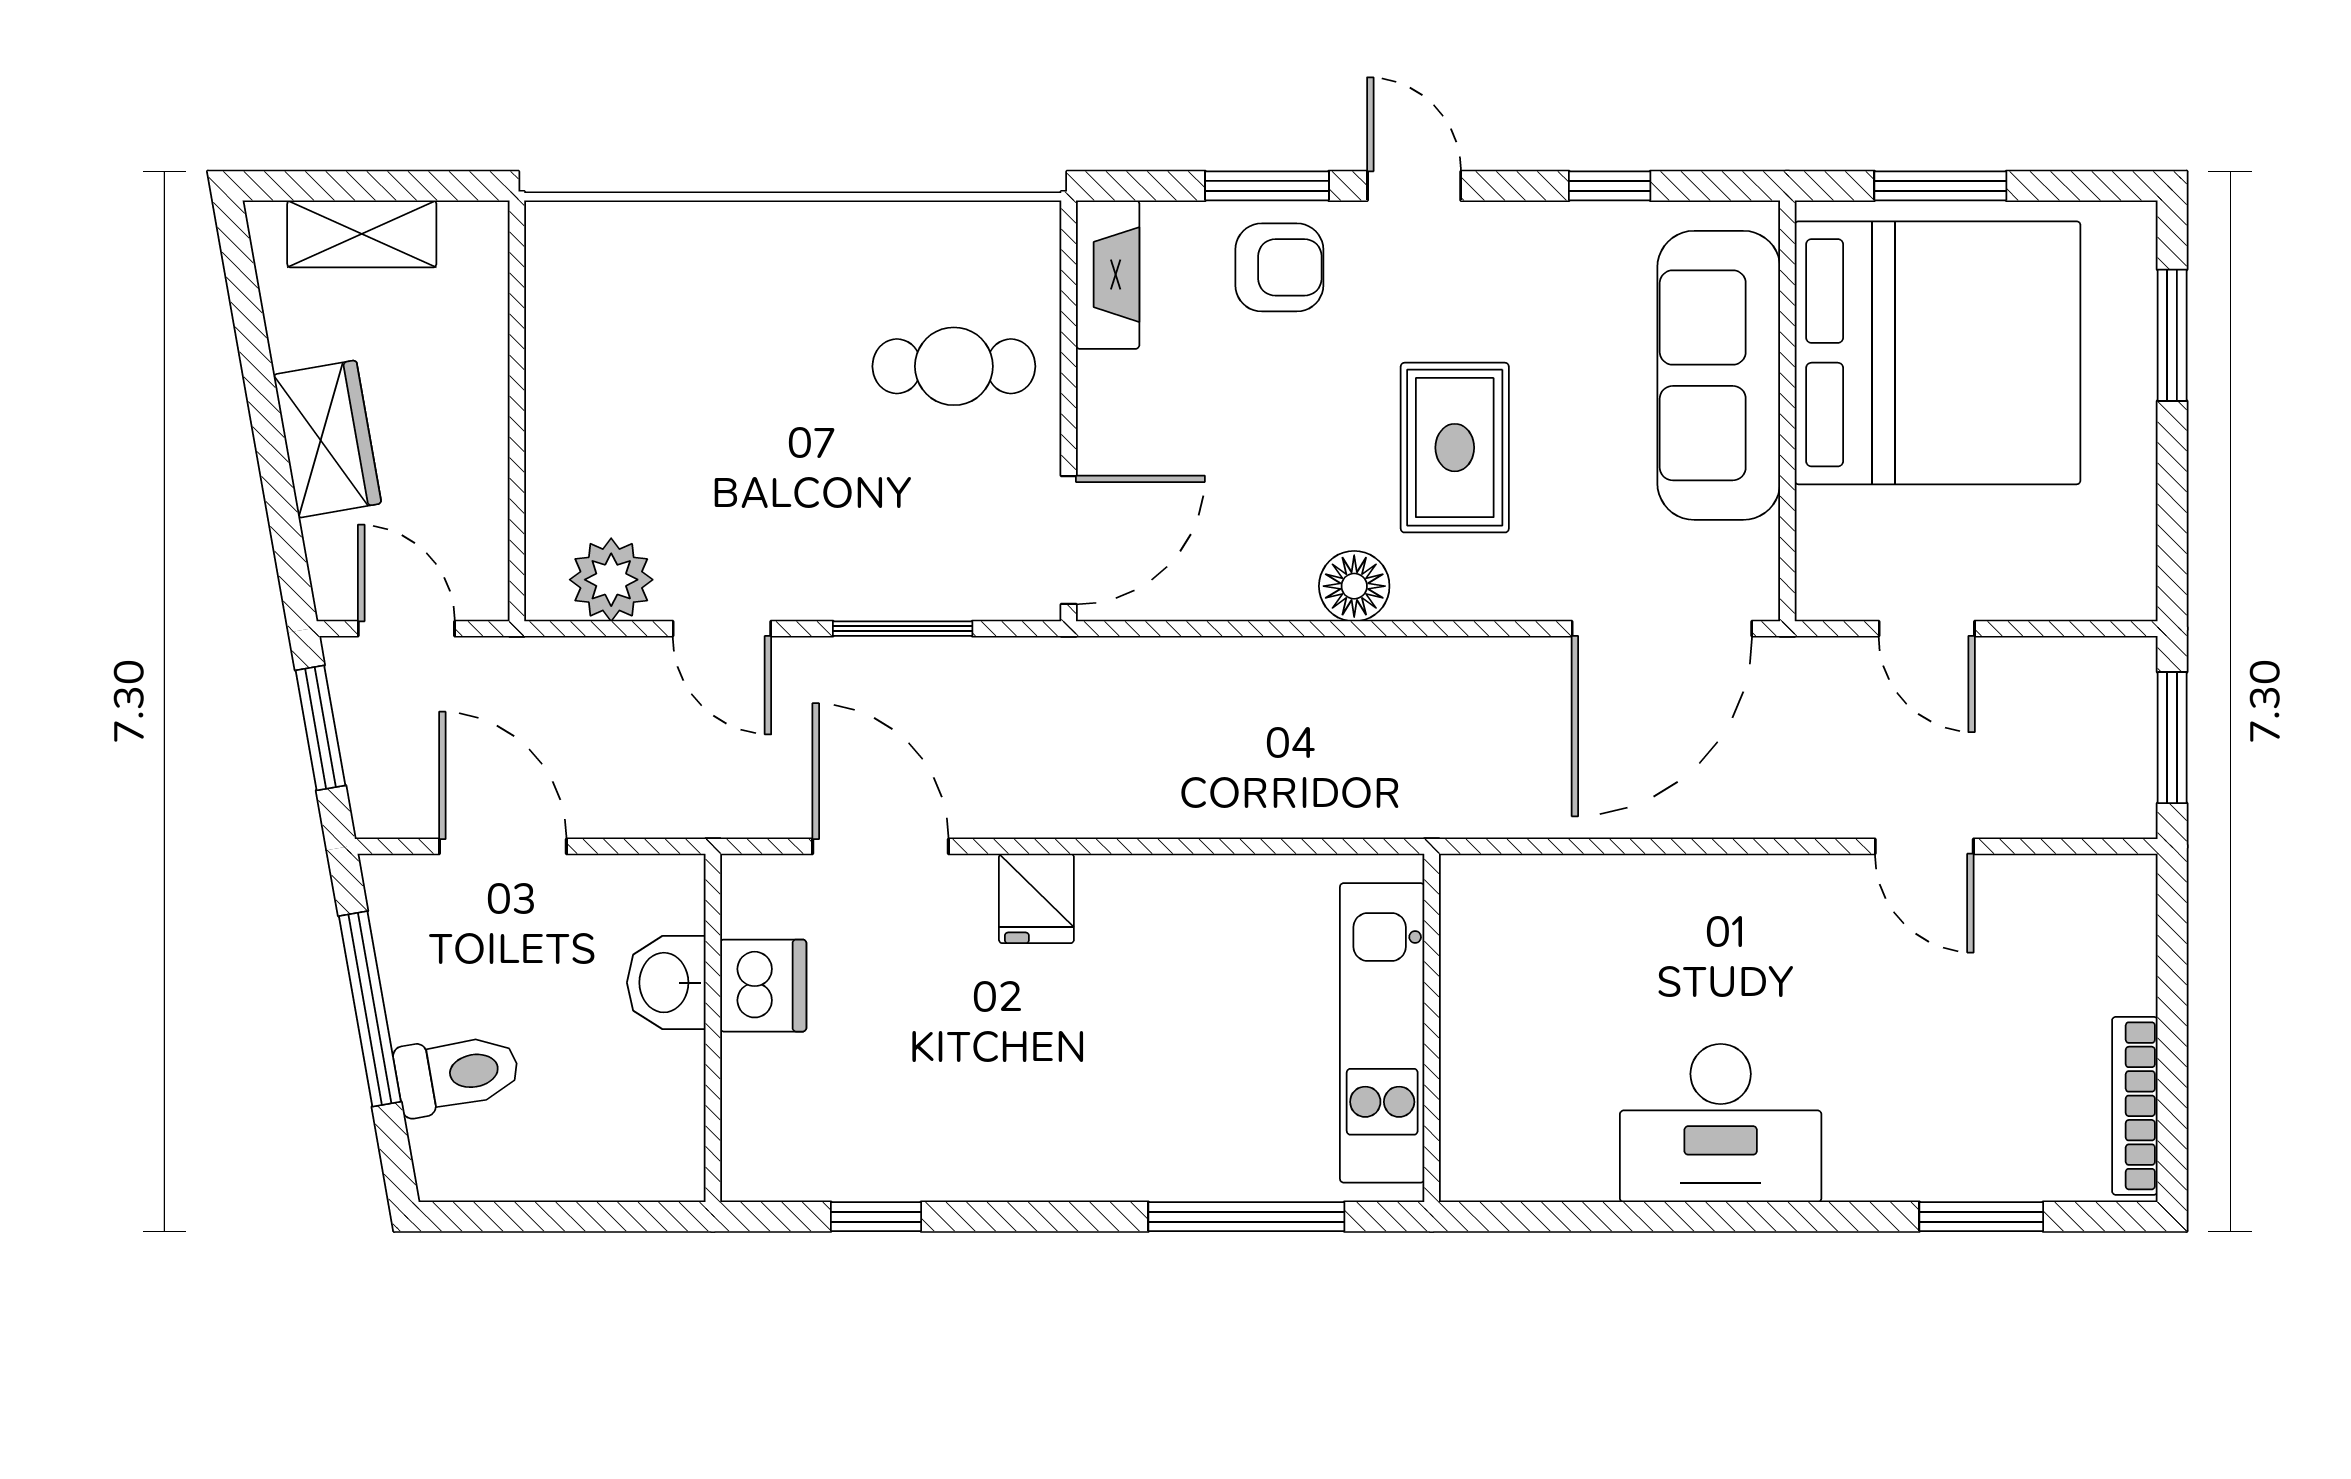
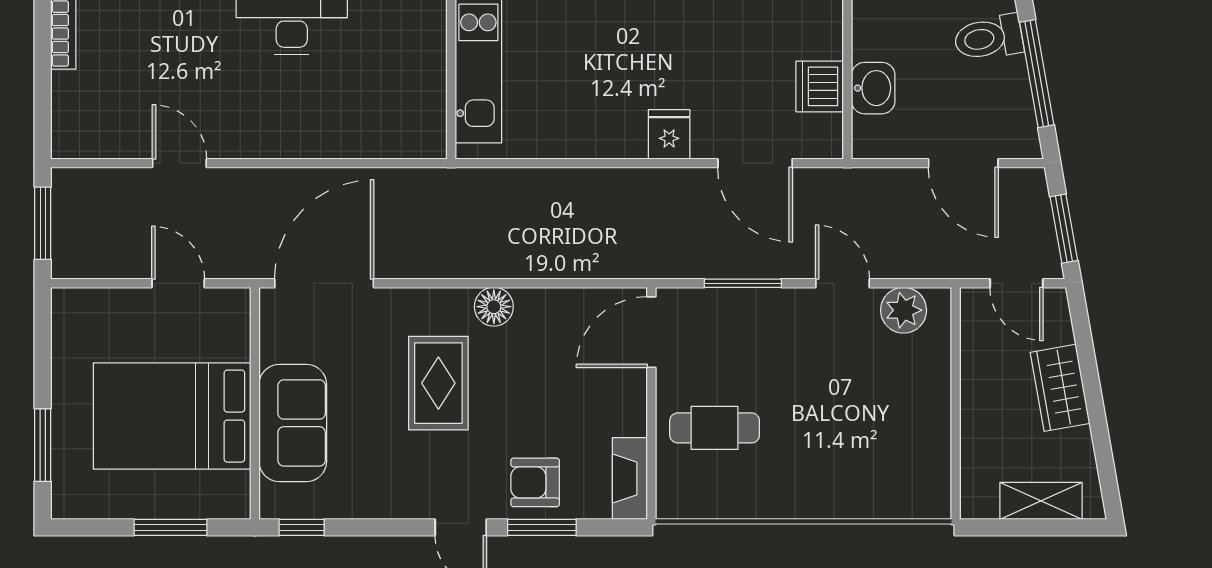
window: (1610, 186) -> (302, 527), moved
bed: (1938, 353) -> (172, 416), width x0.73
sofa: (1719, 375) -> (293, 423), width x0.73

